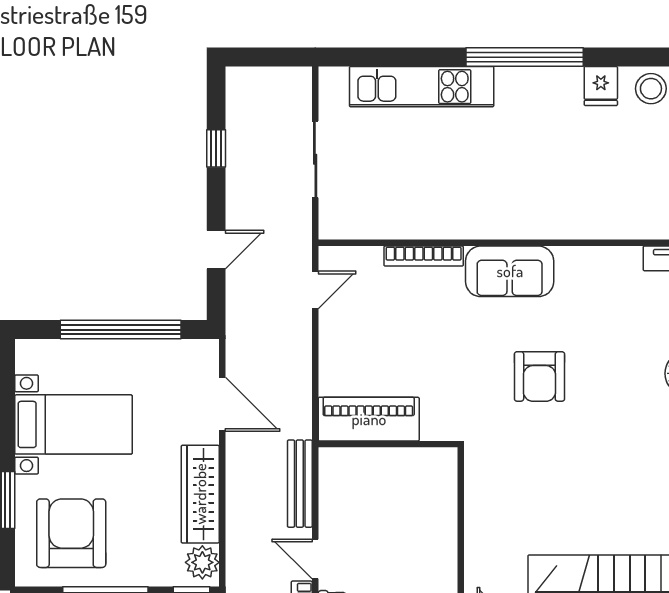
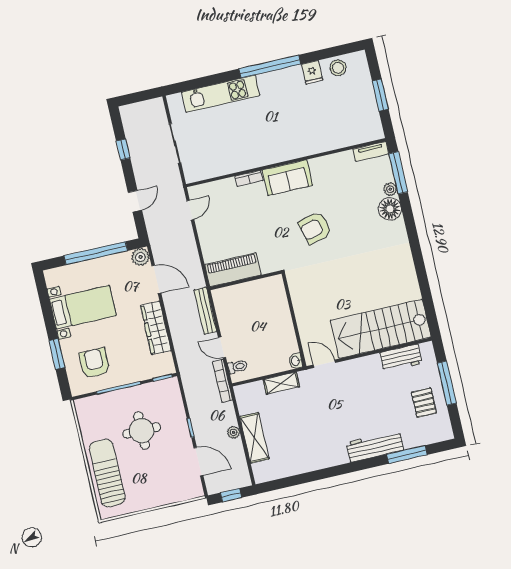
bookcase: (424, 256) -> (249, 178), width x0.64
armchair: (539, 376) -> (315, 228), turned 75
armchair: (71, 533) -> (94, 363), width x0.73, depth x0.73
plant: (202, 562) -> (140, 257), moved

